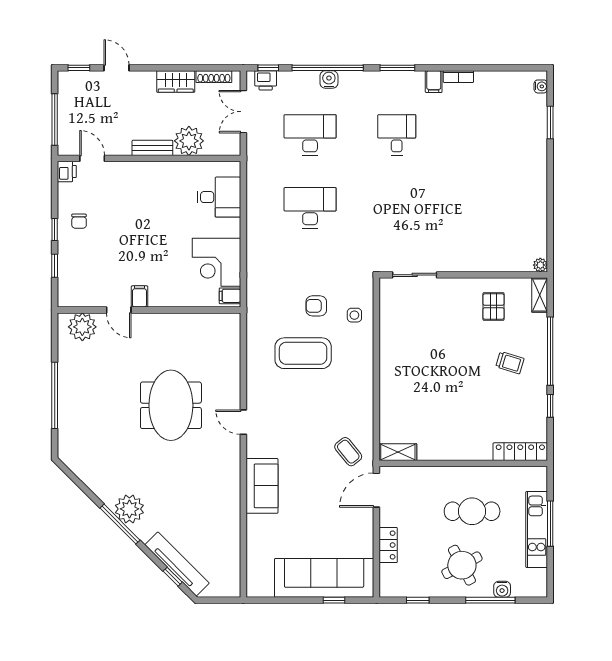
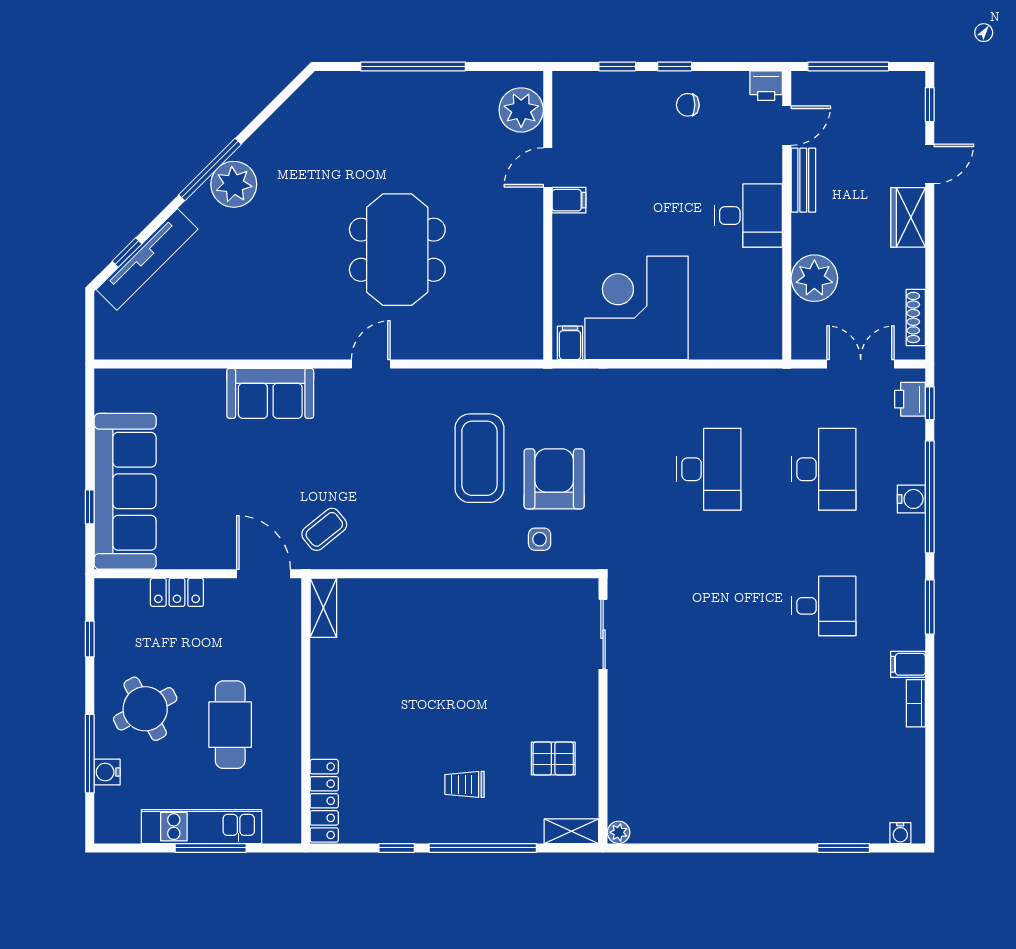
wardrobe: (176, 82) -> (908, 217), moved
bench: (152, 148) -> (803, 180), moved
desk: (219, 197) -> (748, 216), moved, turned -90
corner desk: (216, 262) -> (637, 308), width x1.36, depth x1.36
armchair: (316, 306) -> (554, 479), width x1.88, depth x1.88
trolley: (510, 363) -> (465, 784), turned 73
meeting table: (171, 405) -> (397, 250), turned 90

